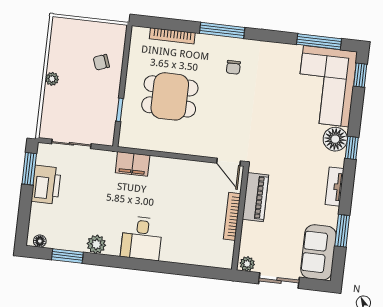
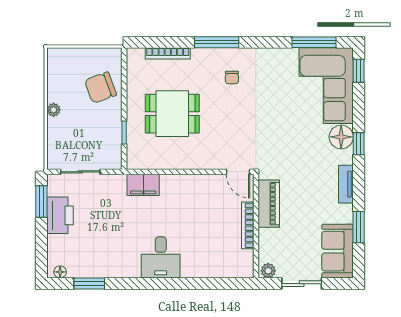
chair: (101, 62) -> (100, 88), width x1.87, depth x1.87
plant: (96, 244) -> (116, 269), removed

